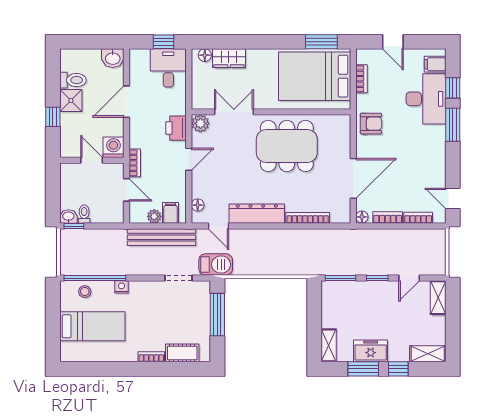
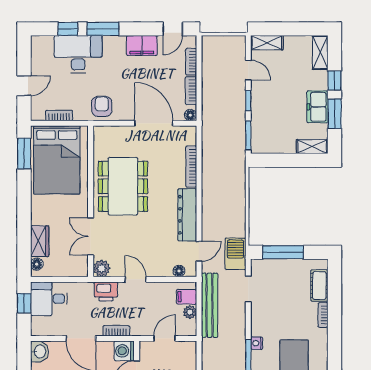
filing cabinet: (435, 64) -> (142, 46), moved, width x2.00
bookcase: (135, 163) -> (116, 331), moved

